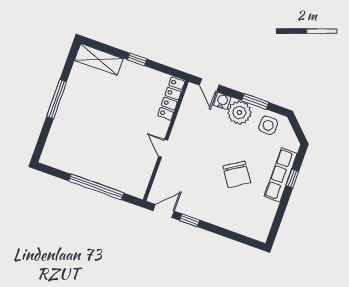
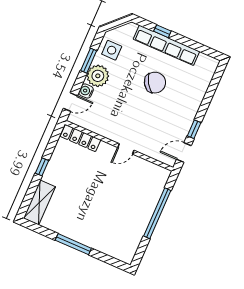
row of seats: (281, 175) -> (166, 45), width x1.36
door: (164, 211) -> (184, 152), hinge flipped

